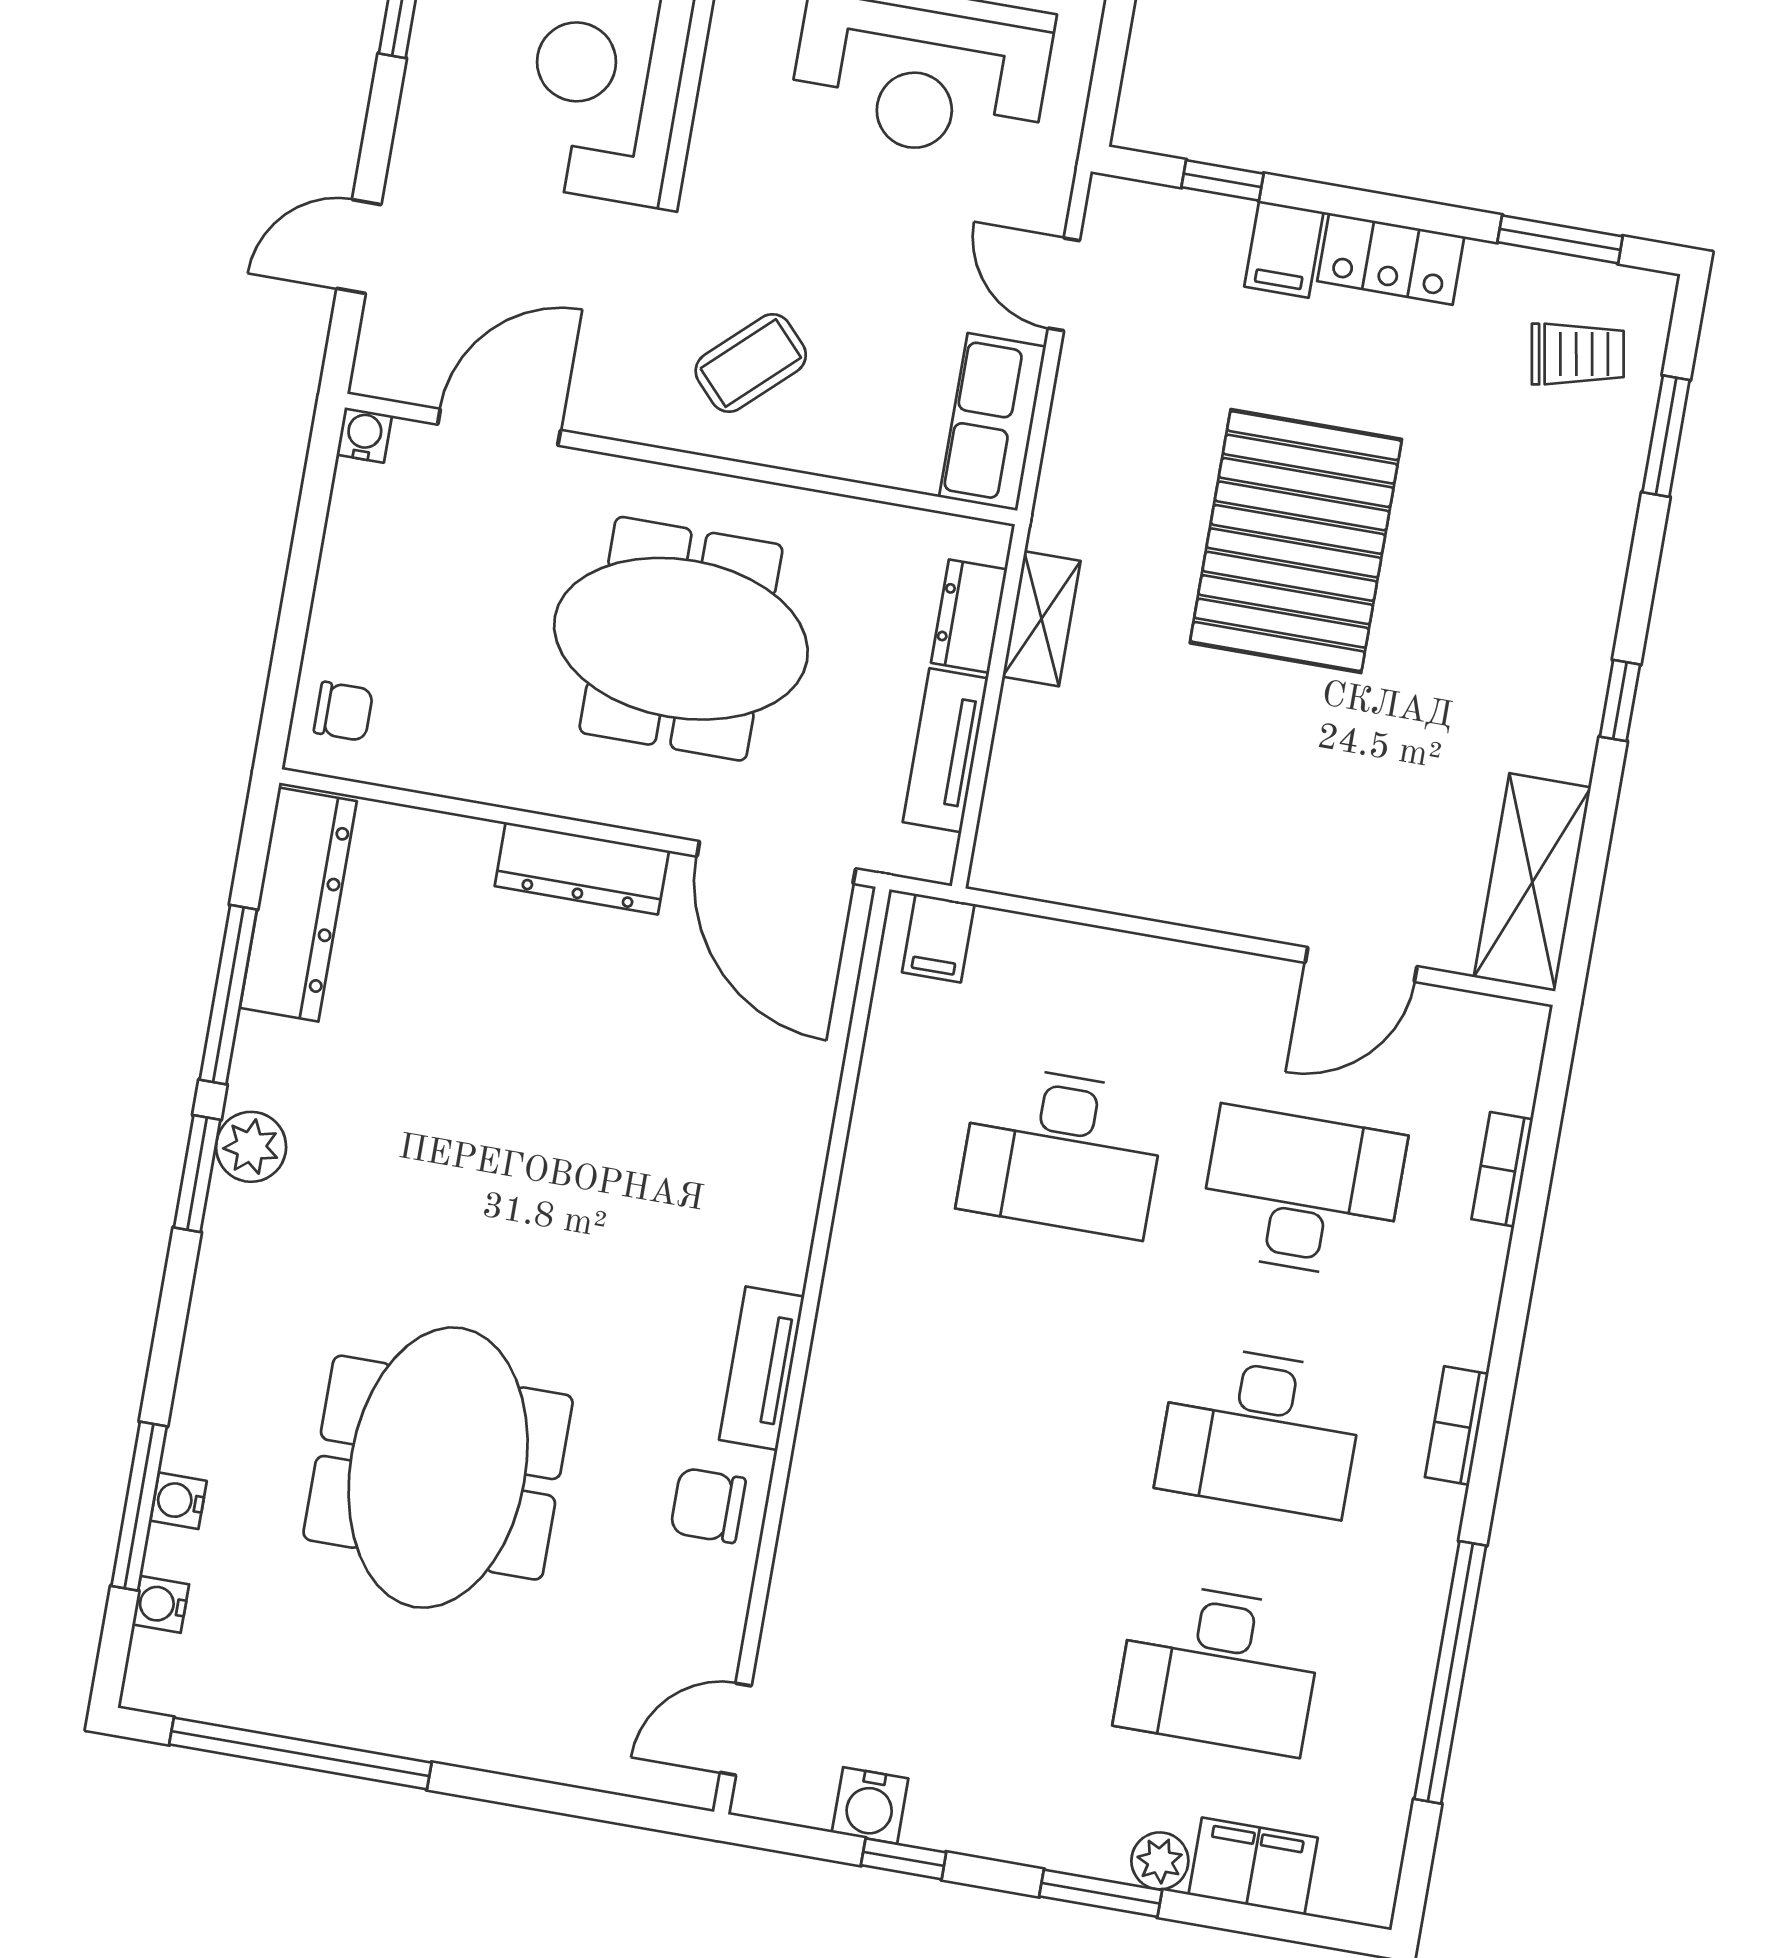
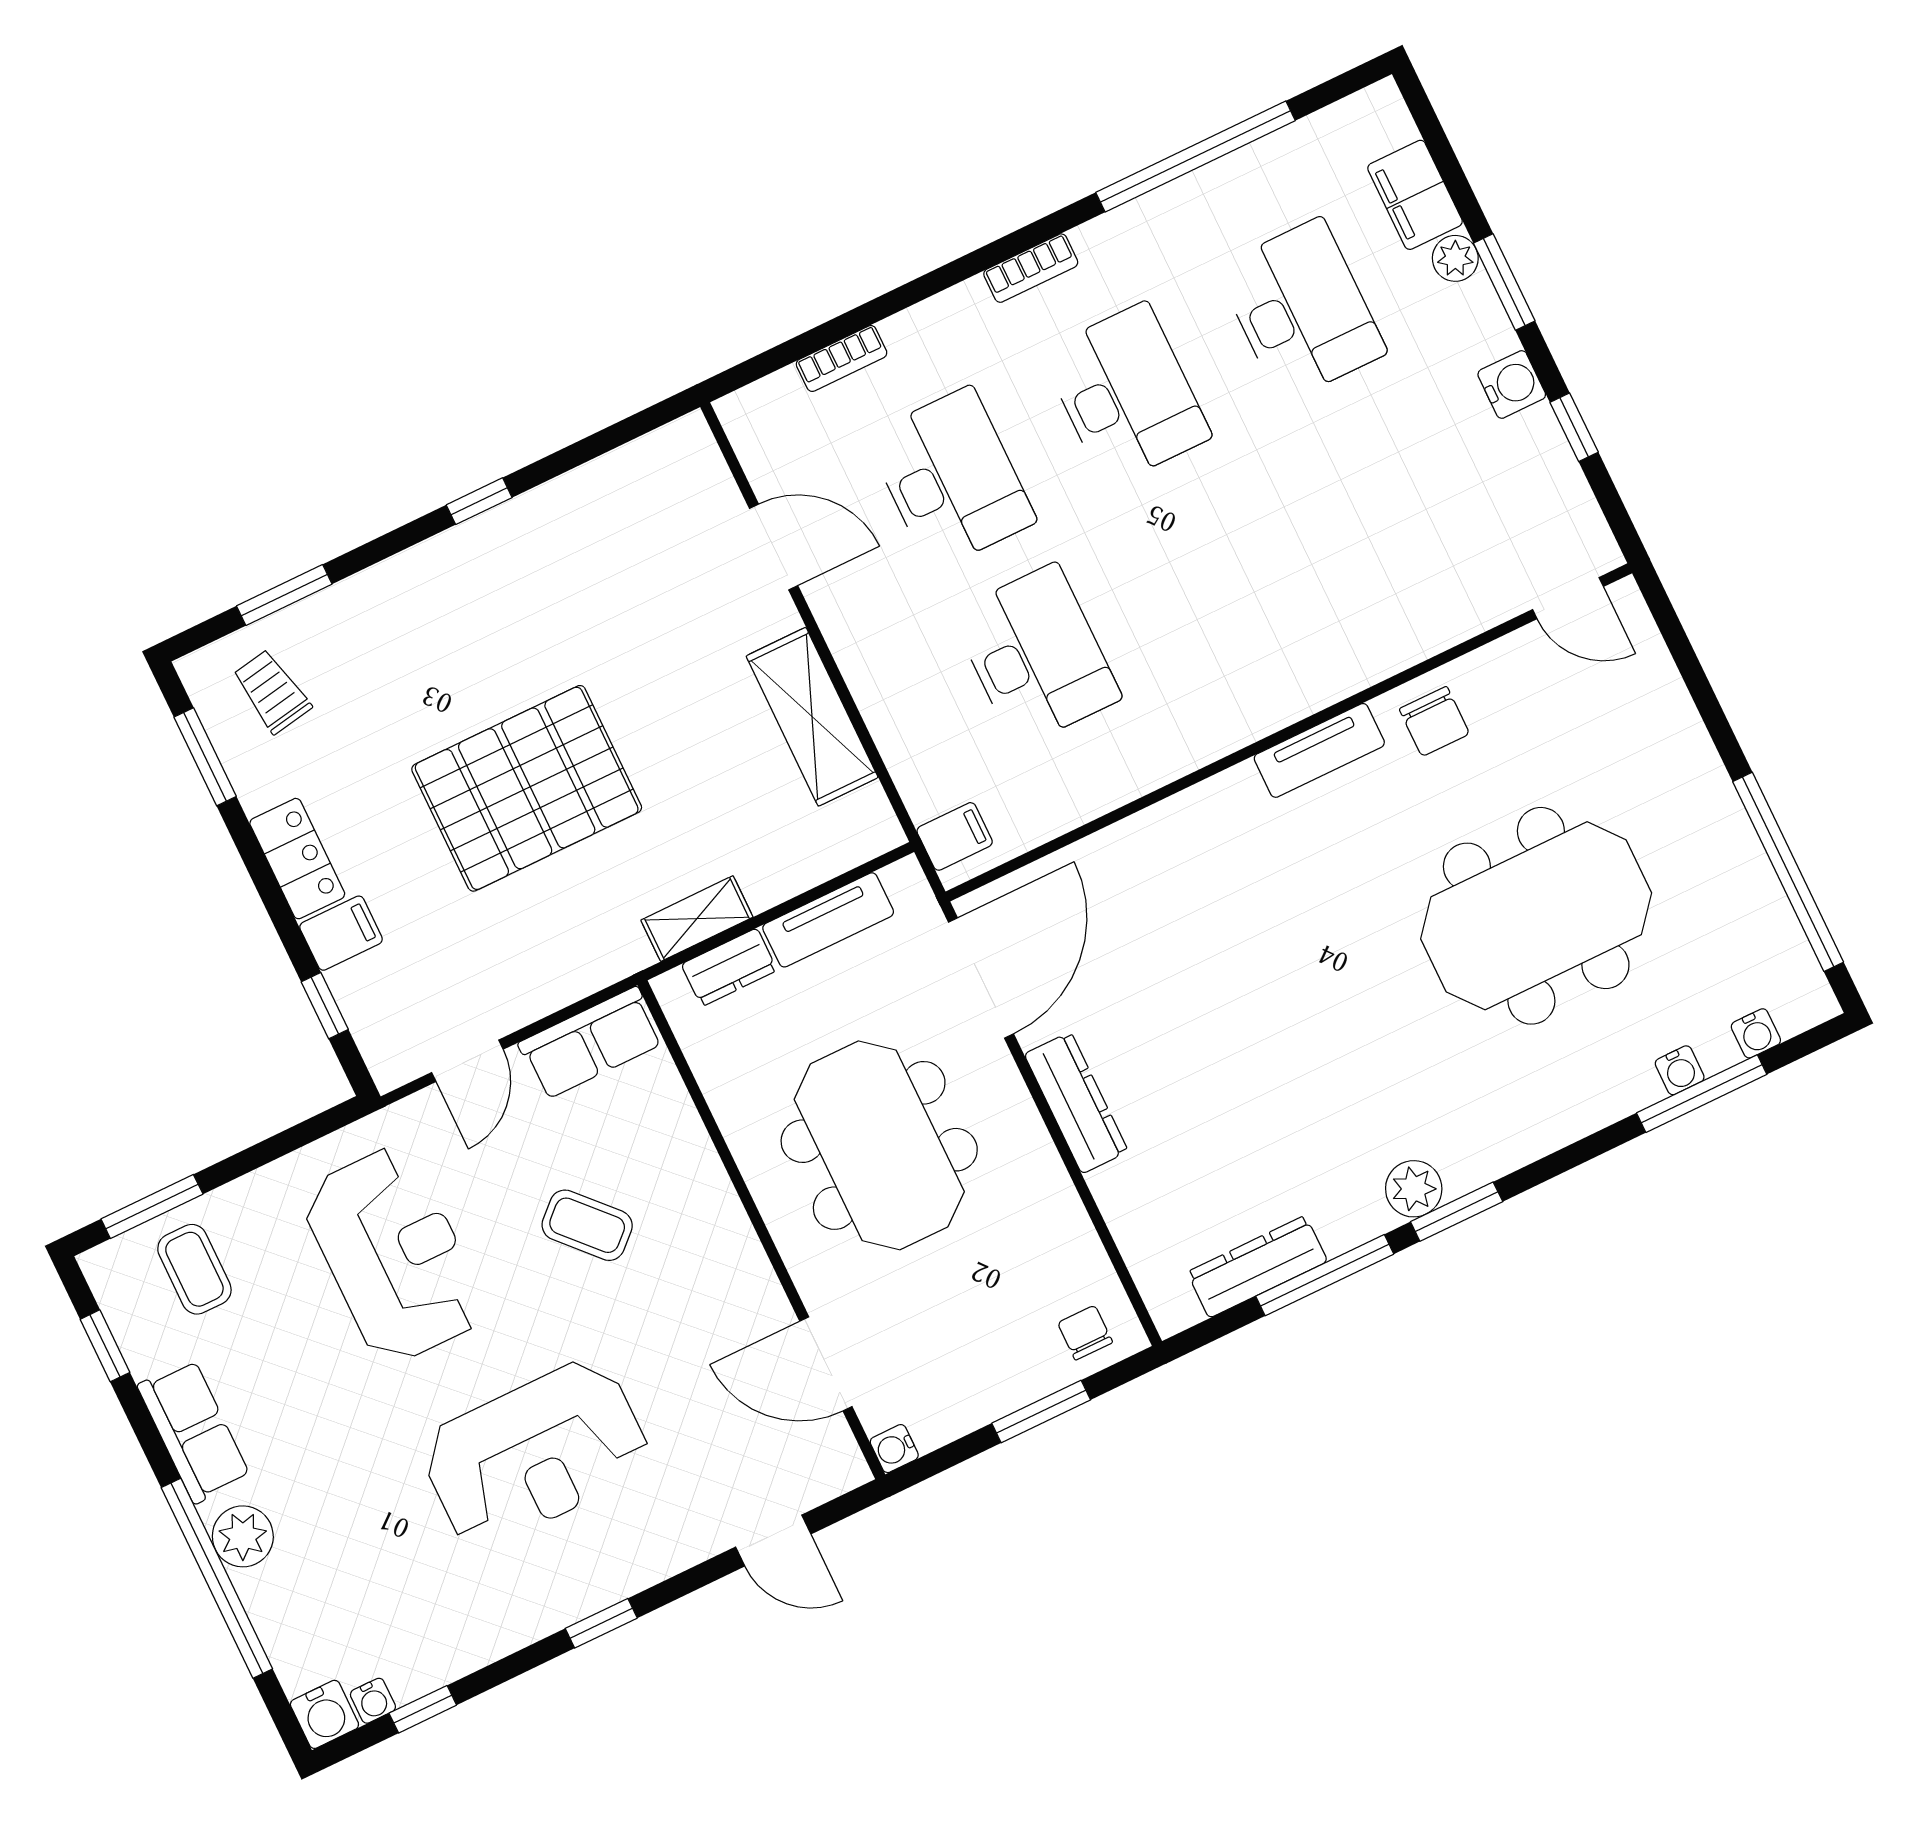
coffee table: (751, 363) -> (587, 1225), moved
window: (295, 610) -> (1041, 1412), added
shelving: (1532, 882) -> (812, 717), moved, turned 90
dresser: (298, 905) -> (1257, 1267), width x0.73, depth x0.80
desk: (1302, 1193) -> (951, 479), turned 180
water cooler: (870, 1805) -> (1512, 384), moved

